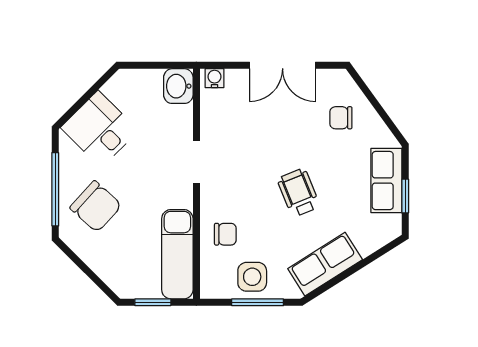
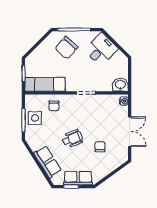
double door: (283, 65) -> (130, 132), swing flipped
chair: (341, 118) -> (100, 147), moved
row of seats: (325, 264) -> (48, 162), moved

